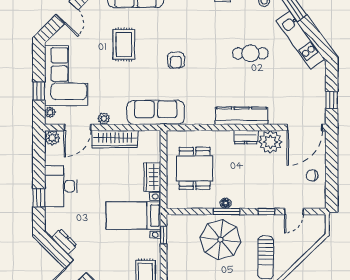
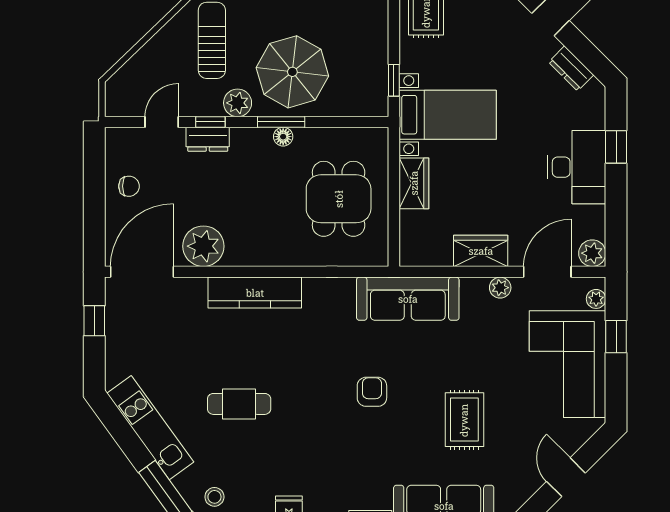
dresser: (246, 137) -> (208, 139), moved, turned 180
wardrobe: (115, 139) -> (481, 251), width x0.67
plant: (251, 222) -> (238, 103), added

